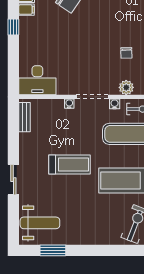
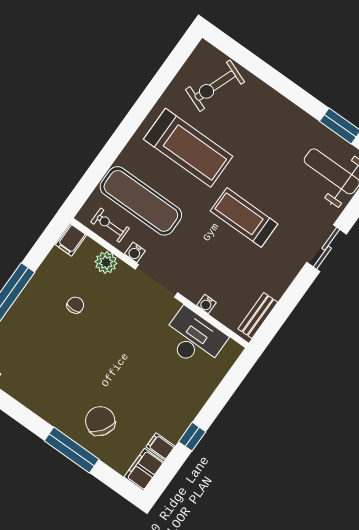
desk: (37, 80) -> (194, 339), moved
water cooler: (69, 104) -> (206, 304), moved

